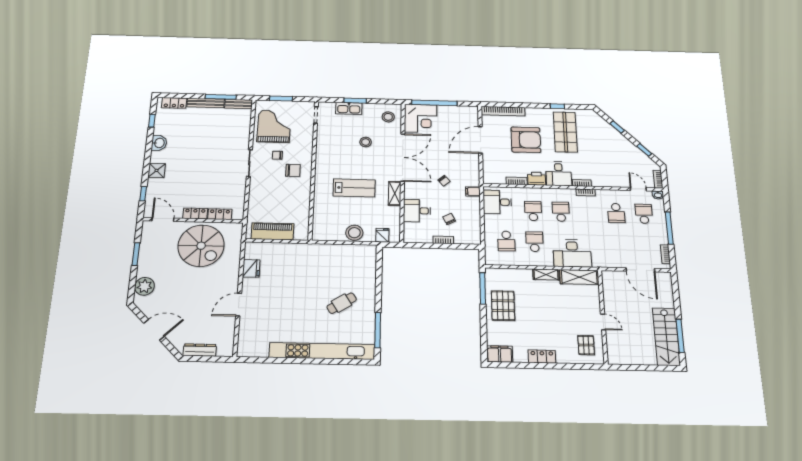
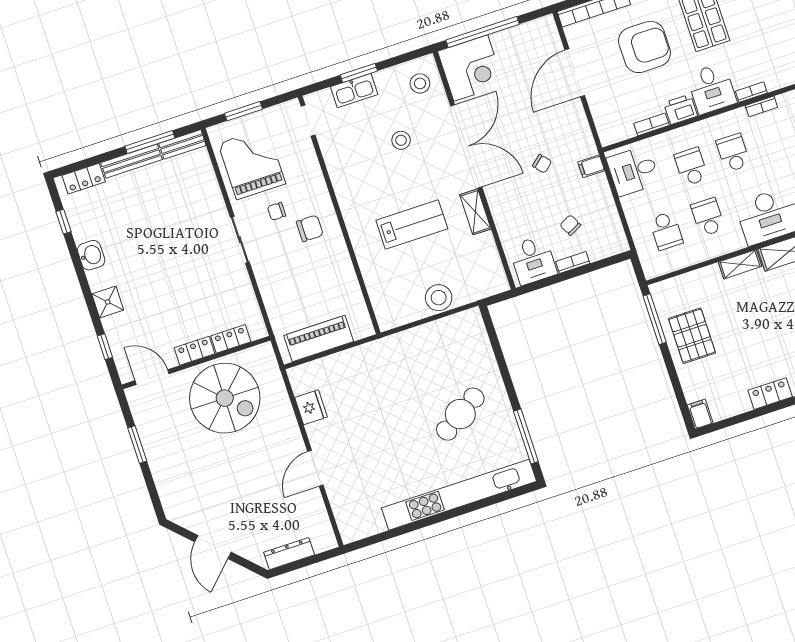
desk: (417, 211) -> (533, 260), moved, turned -90
fridge: (382, 235) -> (481, 287), removed
plant: (144, 286) -> (171, 488), removed
cafe table: (342, 303) -> (460, 414), width x1.37, depth x1.35
door: (154, 330) -> (213, 547), swing flipped
filing cabinet: (500, 354) -> (700, 414), width x0.50

